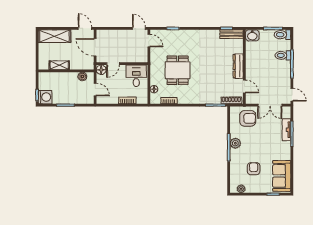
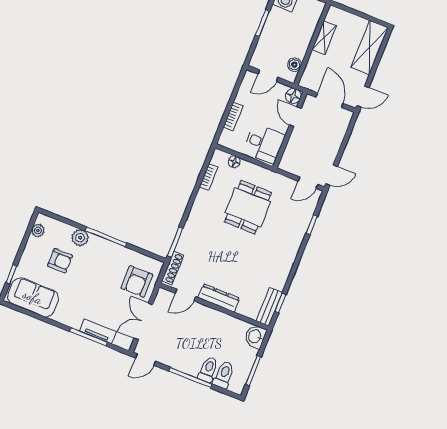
toilet: (282, 35) -> (224, 375), moved
door: (95, 47) -> (330, 100), hinge flipped
dining table: (178, 70) -> (248, 207), turned 90
plant: (235, 143) -> (80, 238), moved

